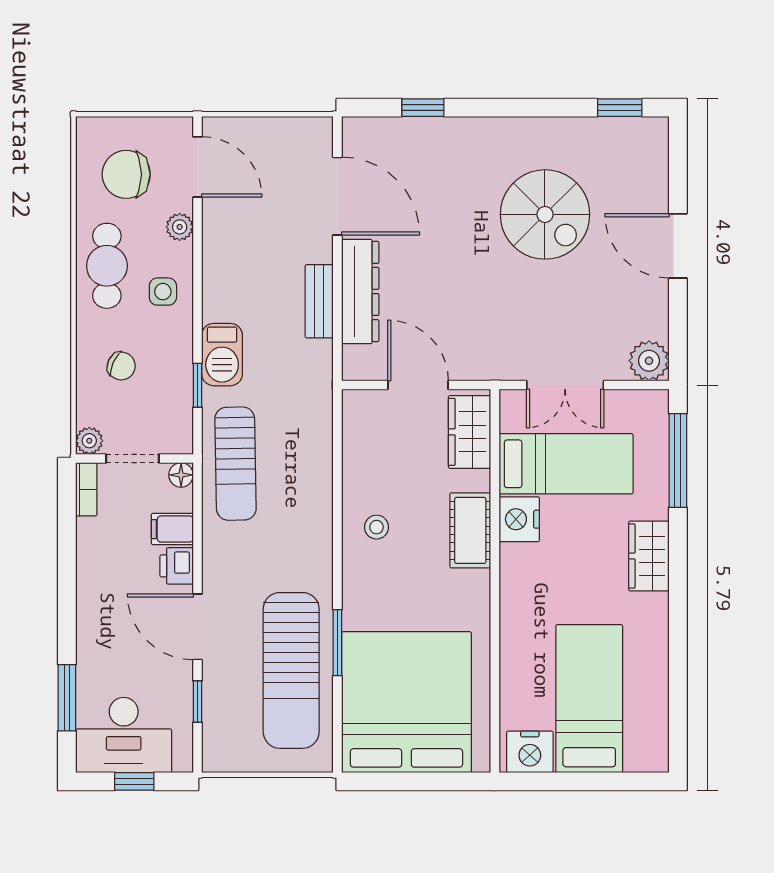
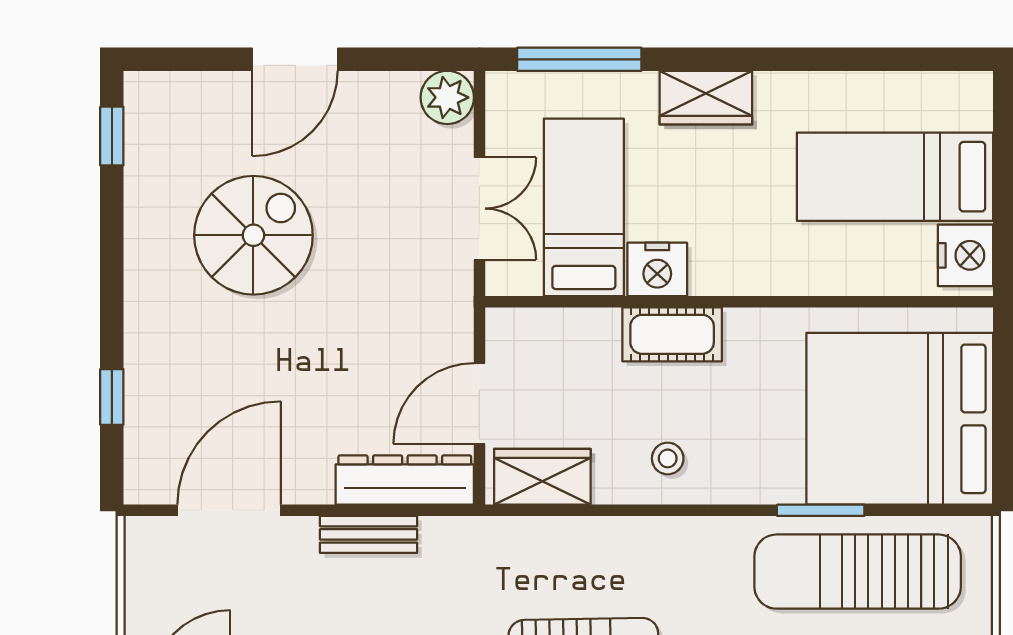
dresser: (360, 291) -> (405, 480), moved
wardrobe: (470, 432) -> (542, 477), moved, turned 180
sun lounger: (291, 670) -> (858, 572), turned 180

